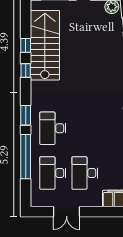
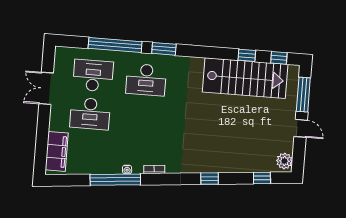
window: (26, 71) -> (279, 58), moved
desk: (53, 128) -> (146, 80), turned 180
desk: (85, 173) -> (90, 114), turned 180

